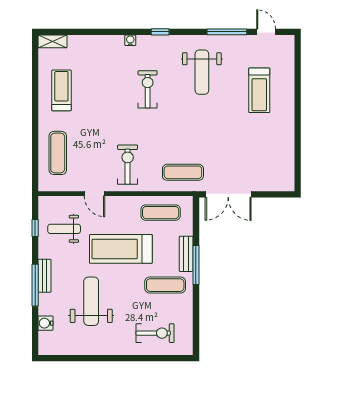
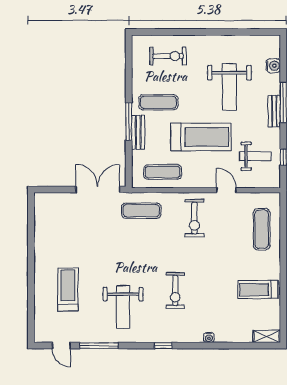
water cooler: (130, 40) -> (209, 338), moved
weight bench: (202, 72) -> (123, 307), turned 180
treadmill: (61, 90) -> (258, 289), turned 90
exercise bike: (155, 333) -> (168, 56), turned 180

